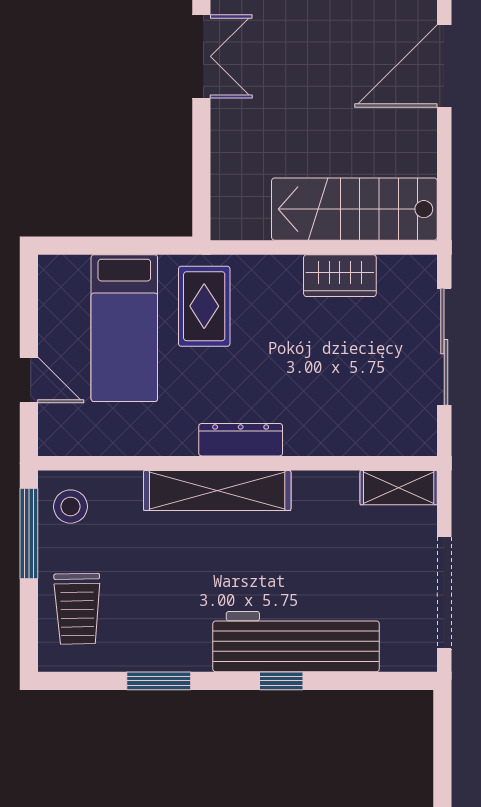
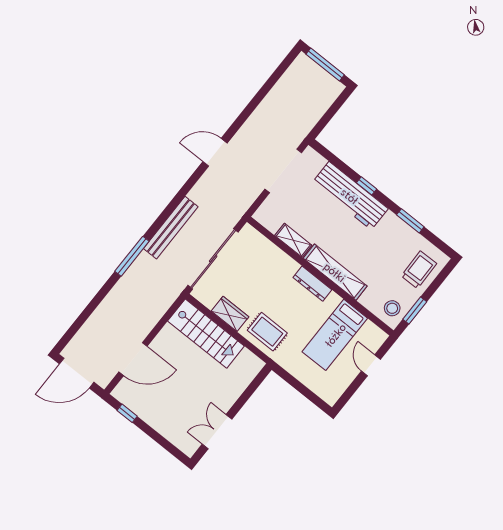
rug: (204, 306) -> (267, 332), moved, turned 90
bed: (124, 328) -> (335, 335), moved, turned 180
sliding door: (444, 347) -> (213, 259), width x1.36
shelving: (399, 488) -> (293, 240), moved
window: (29, 533) -> (415, 311), width x0.69

